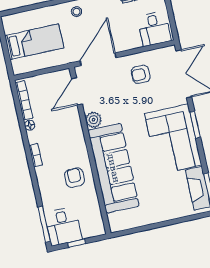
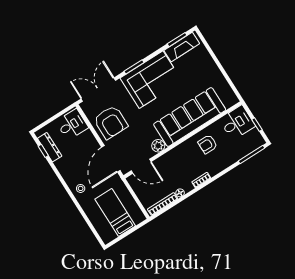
door: (98, 59) -> (111, 159), hinge flipped
armchair: (141, 74) -> (111, 122), width x1.88, depth x1.88
desk: (63, 226) -> (237, 123), moved

